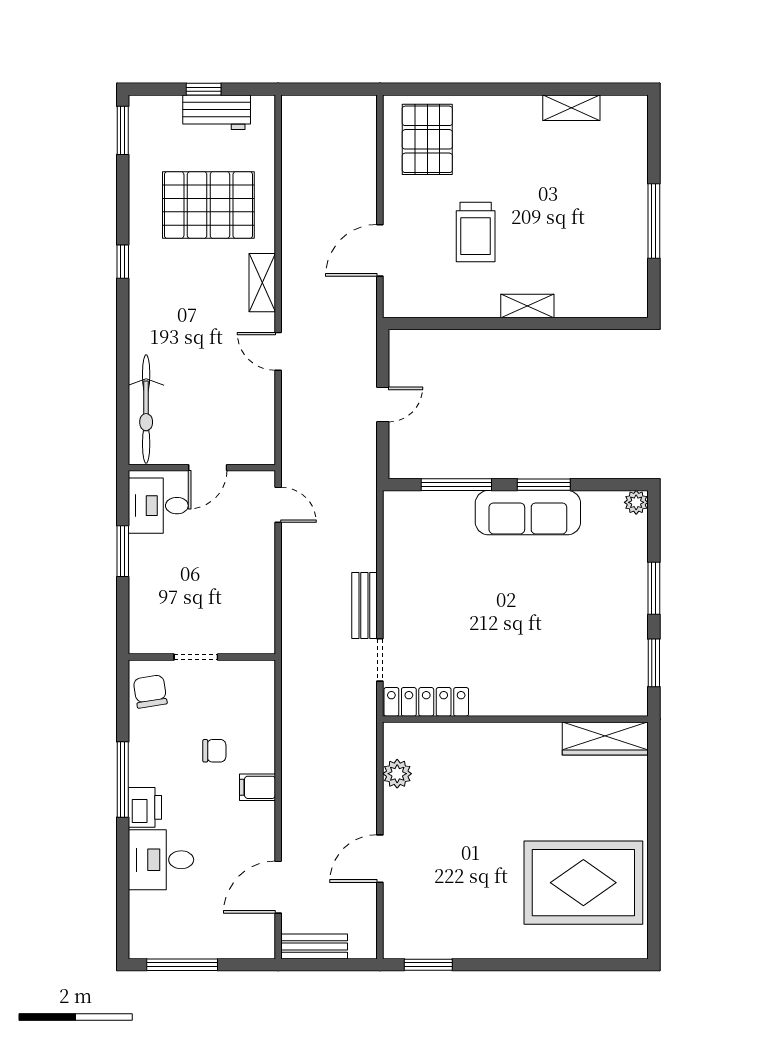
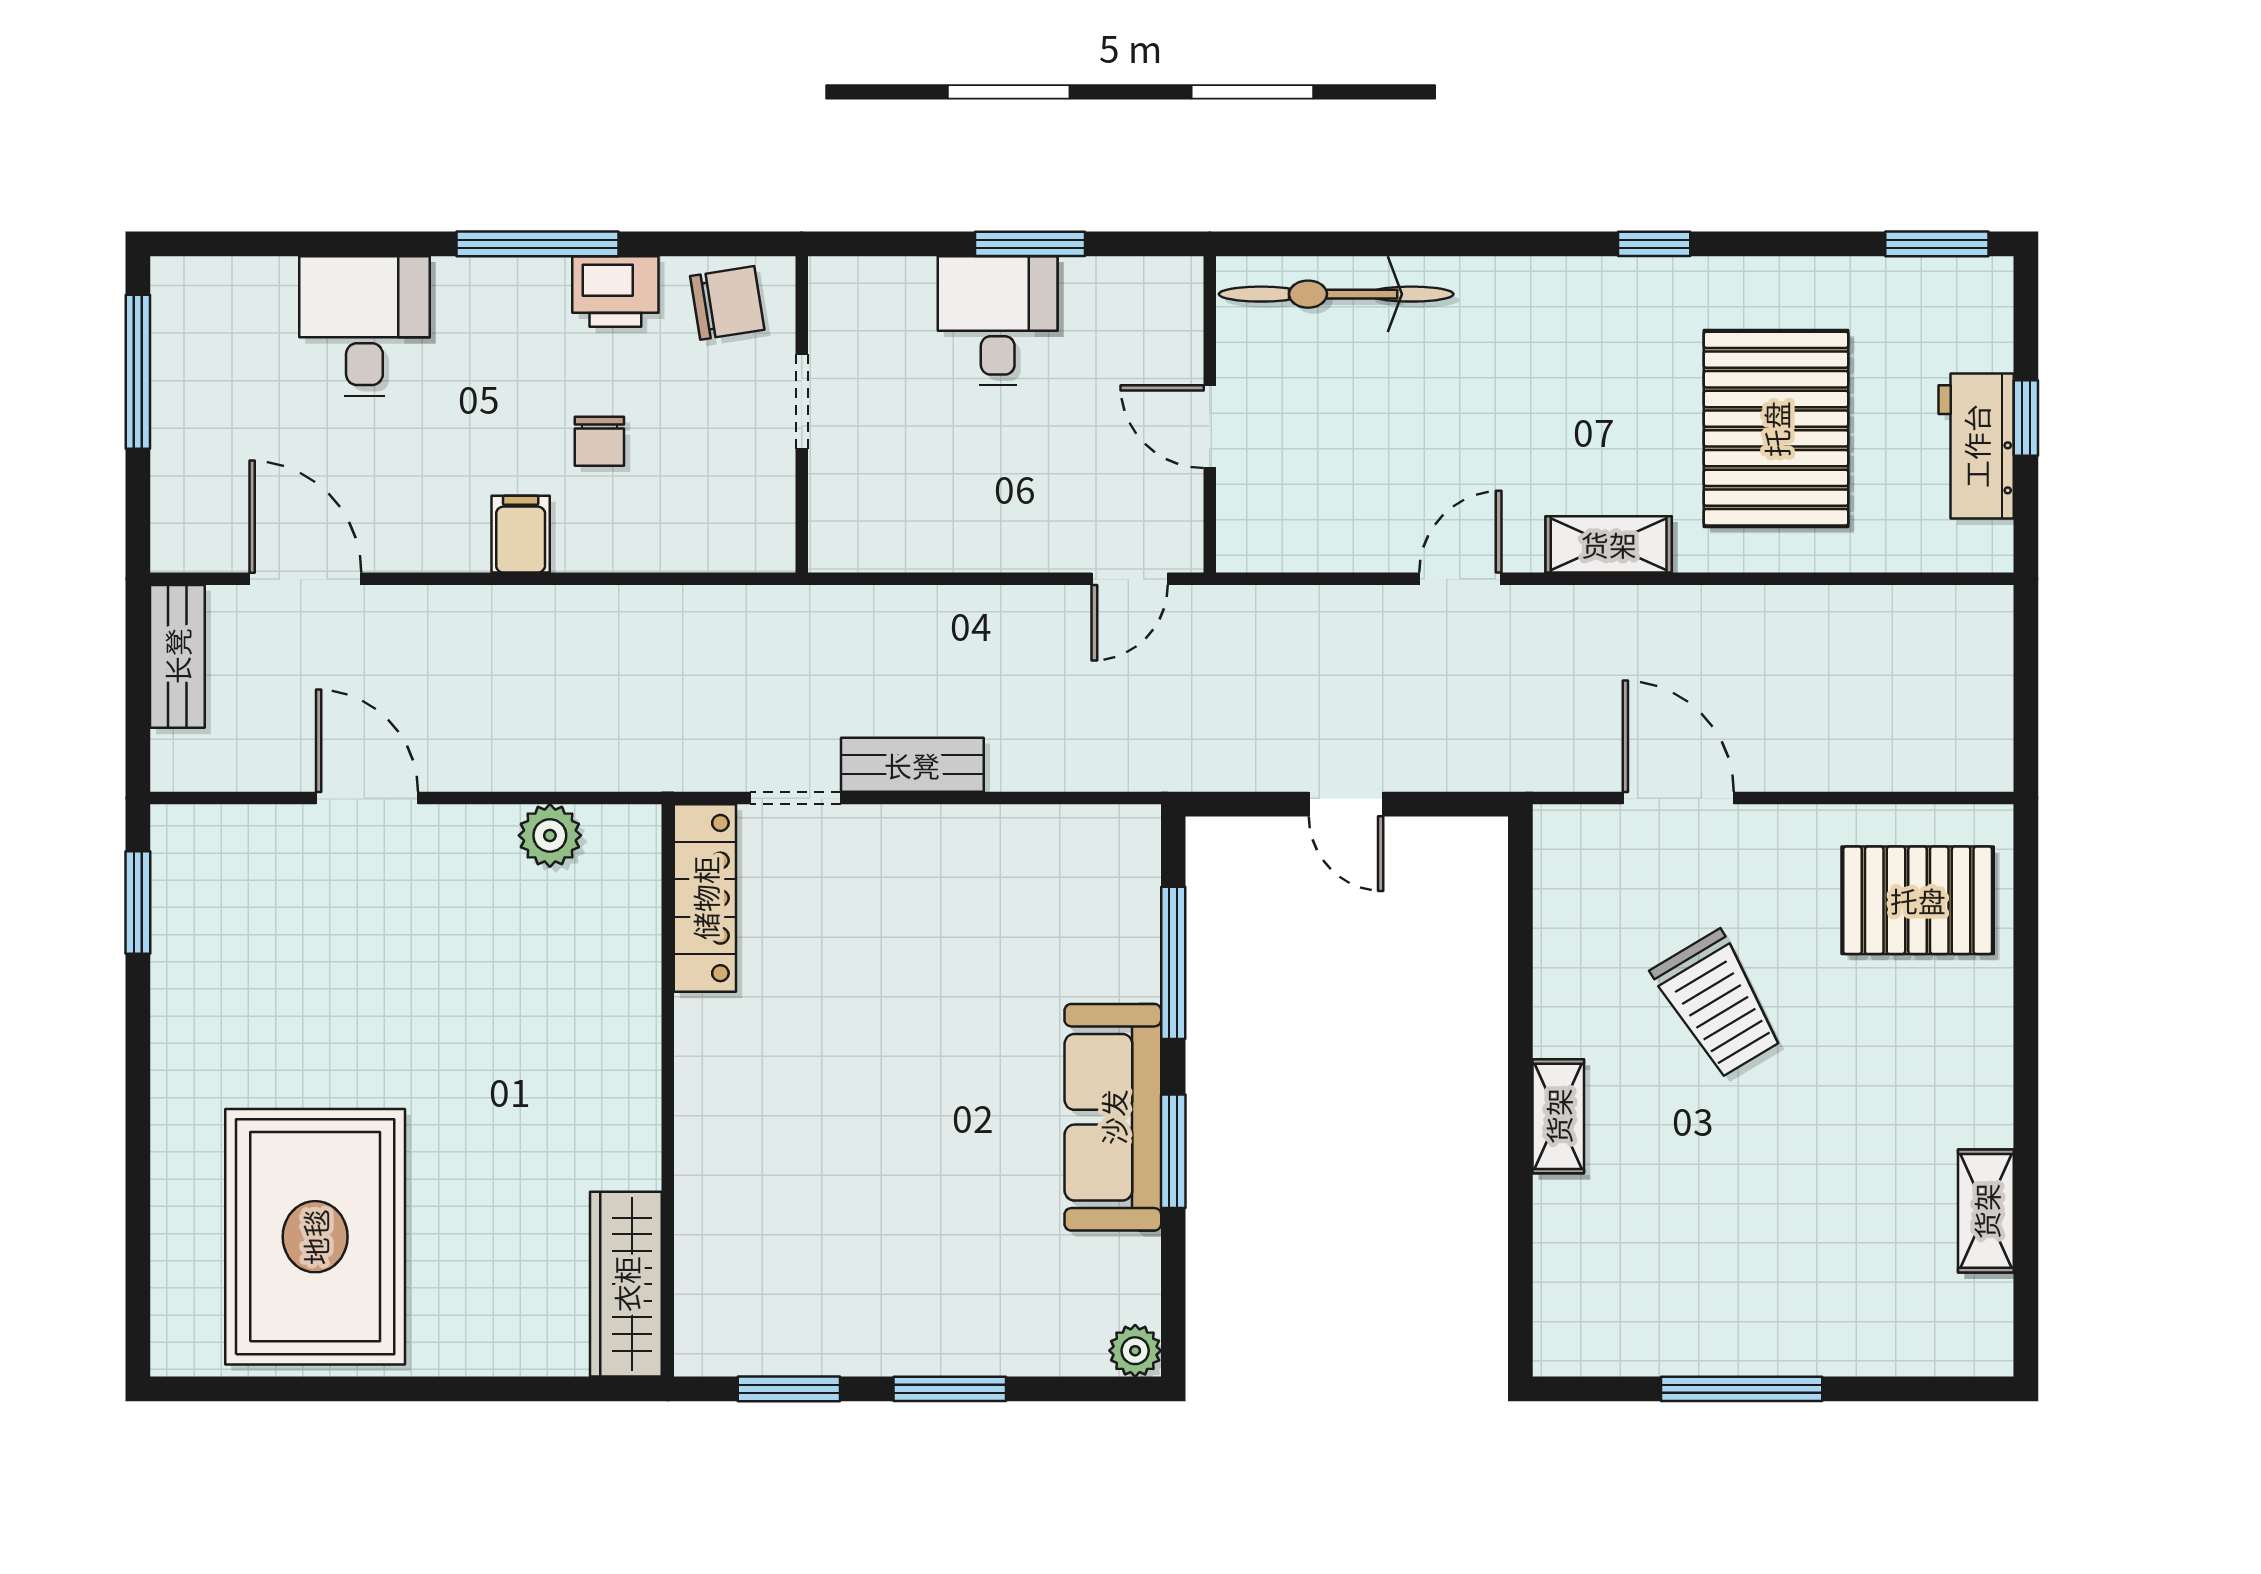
trolley: (476, 232) -> (1718, 1004), turned -121
desk: (158, 506) -> (998, 321), moved
printer: (145, 807) -> (615, 291), moved

